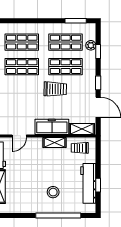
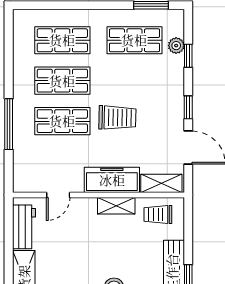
shop shelf: (66, 67) -> (62, 121), moved

